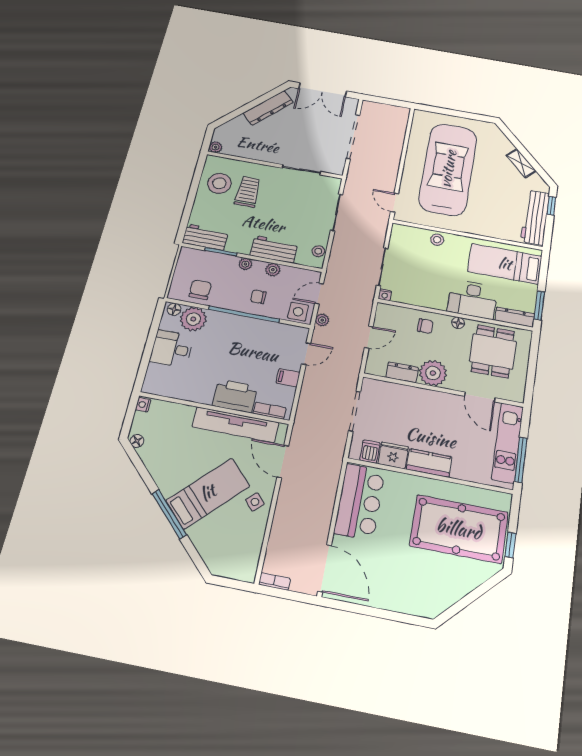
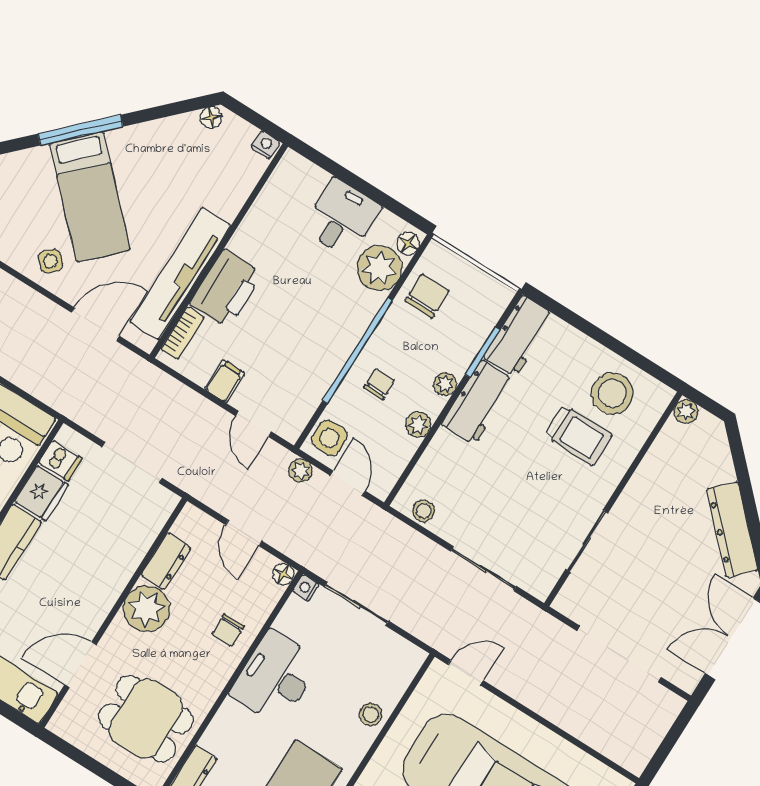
workbench: (274, 249) -> (478, 402), moved
chair: (200, 290) -> (427, 296), turned -90
desk: (472, 299) -> (275, 677), moved
floor lamp: (458, 323) -> (283, 574), moved

